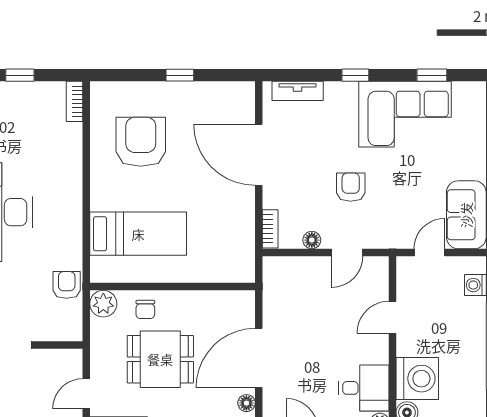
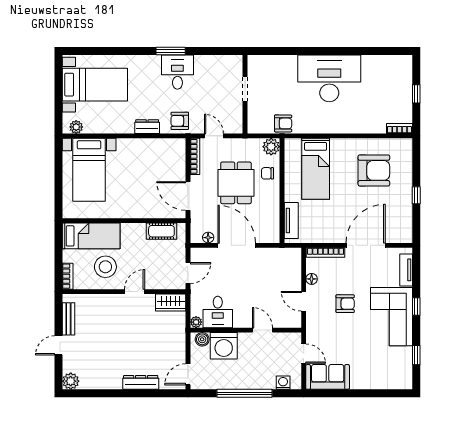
corner sofa: (405, 114) -> (391, 317), moved
bookcase: (270, 229) -> (326, 253), width x1.56
tv unit: (220, 272) -> (291, 220), added

